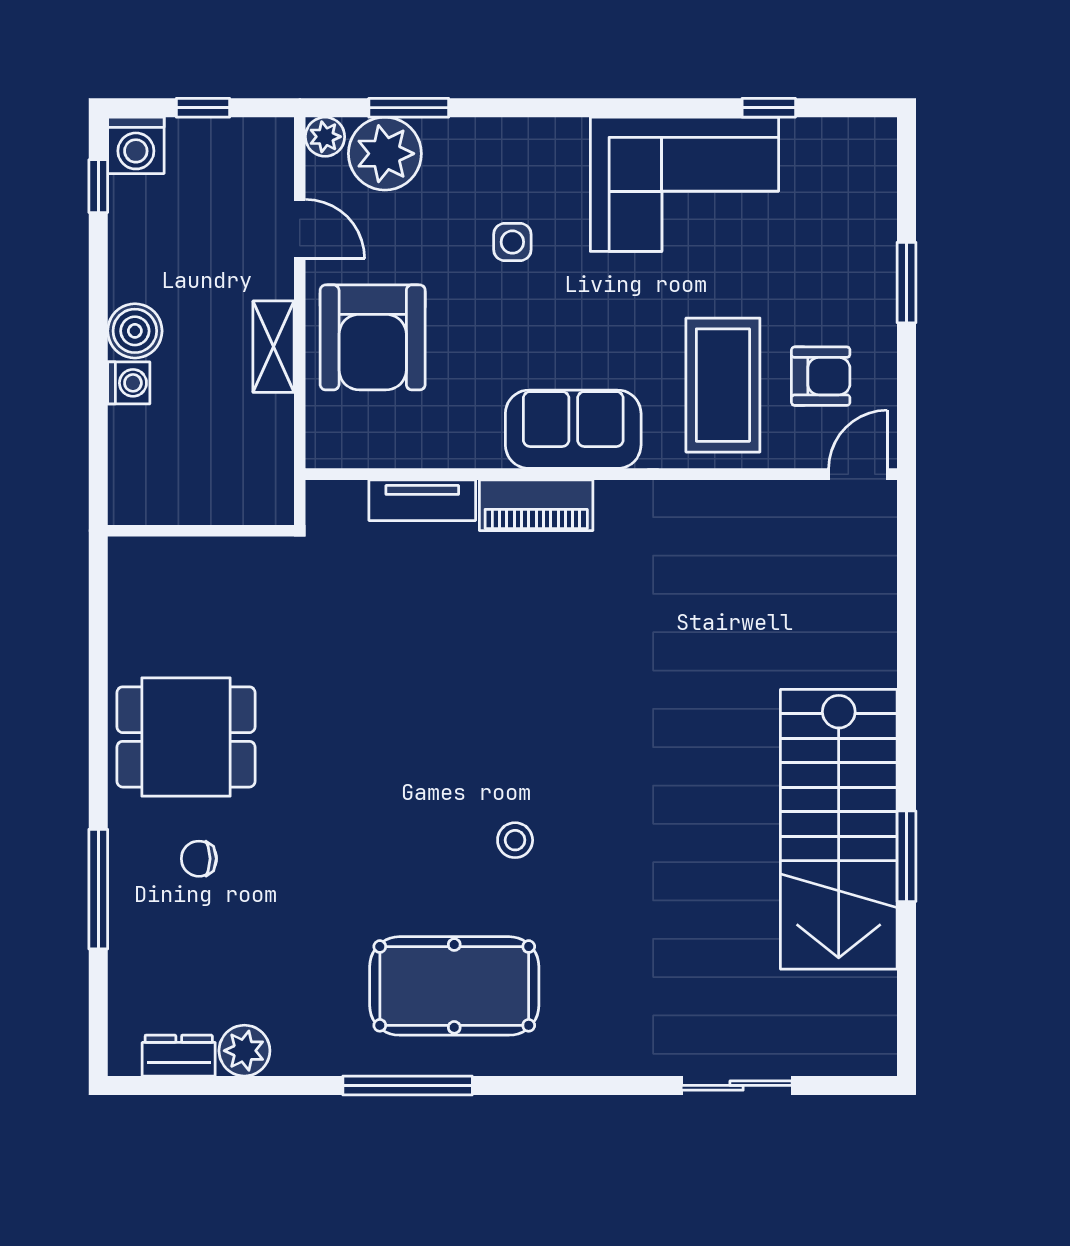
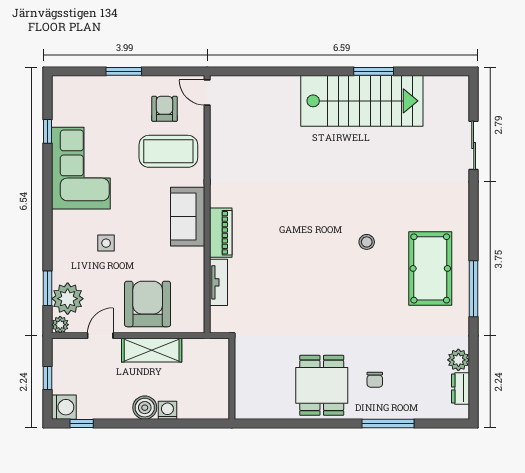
armchair: (373, 337) -> (148, 304), turned -90
shelving: (274, 347) -> (152, 350), width x1.50, depth x1.33

